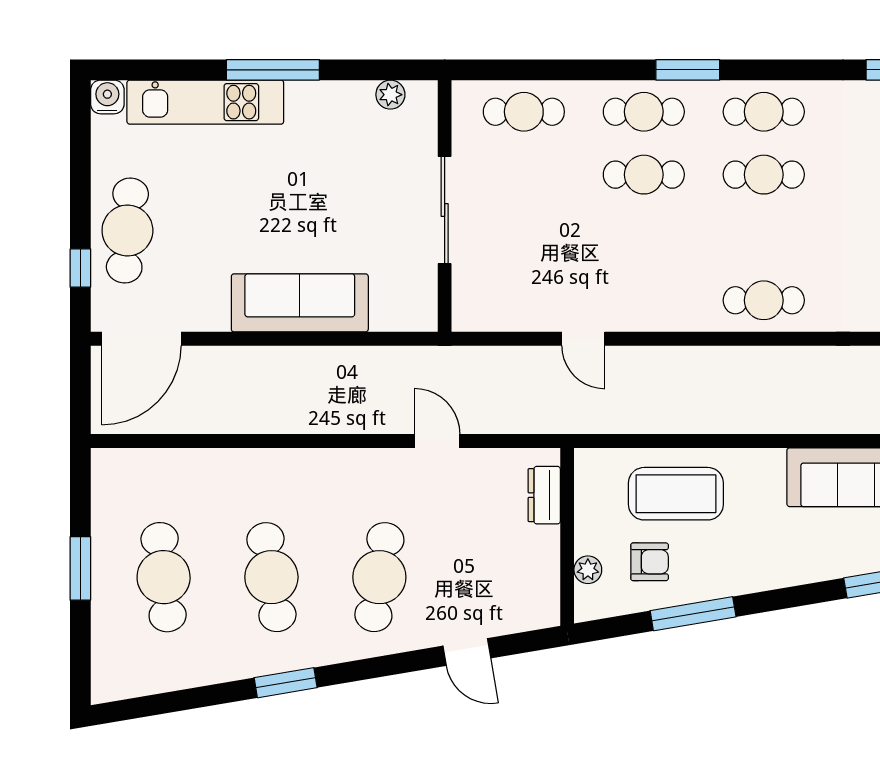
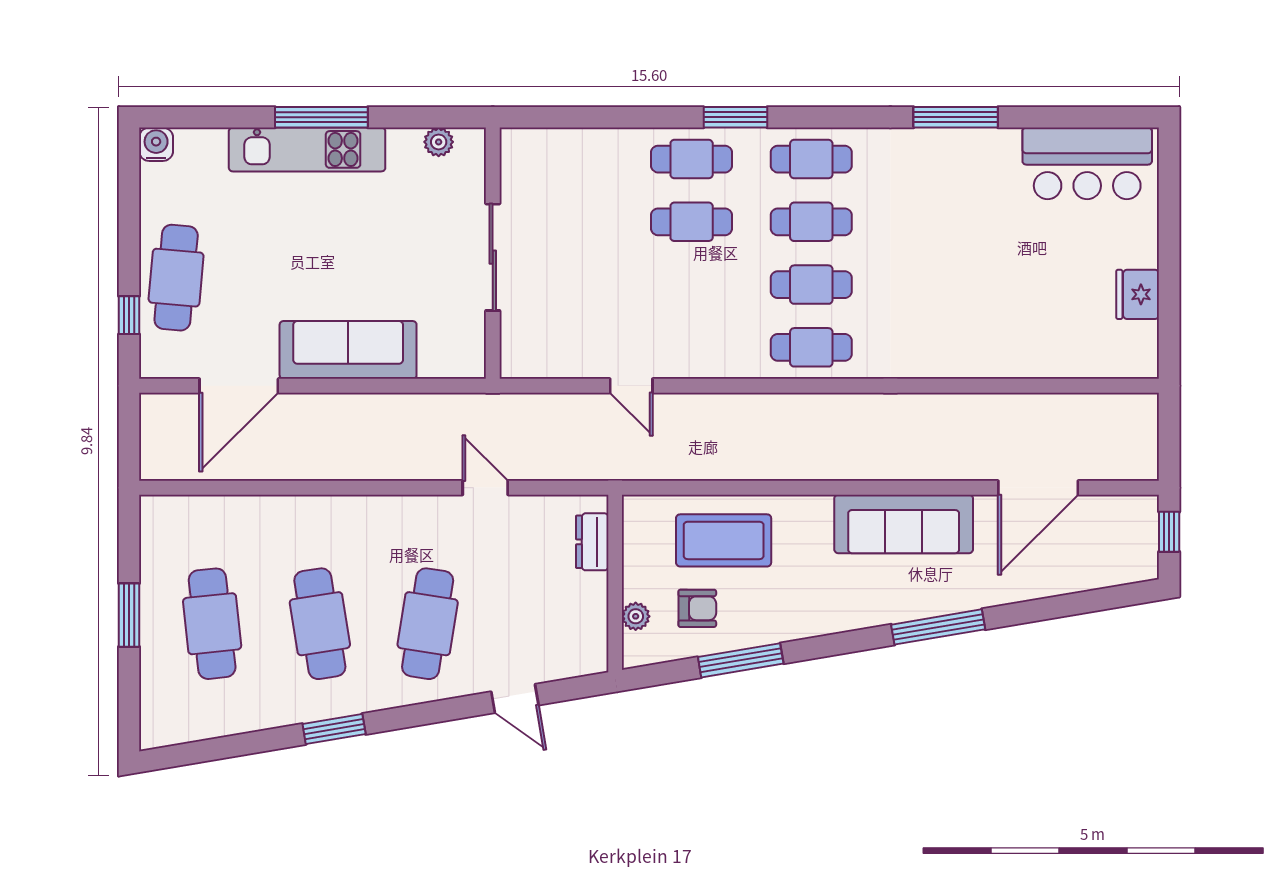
kitchen unit: (205, 102) -> (307, 149), moved
cafe table: (524, 112) -> (811, 285), moved
door: (141, 339) -> (239, 386), moved

